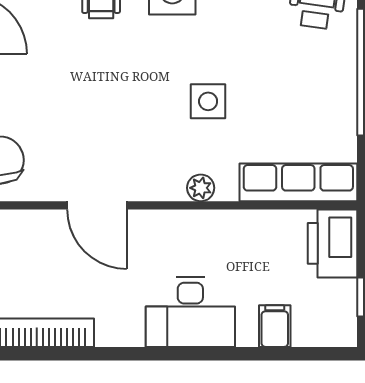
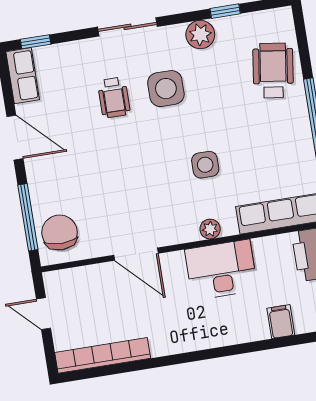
desk: (190, 312) -> (221, 270), moved, turned 180

